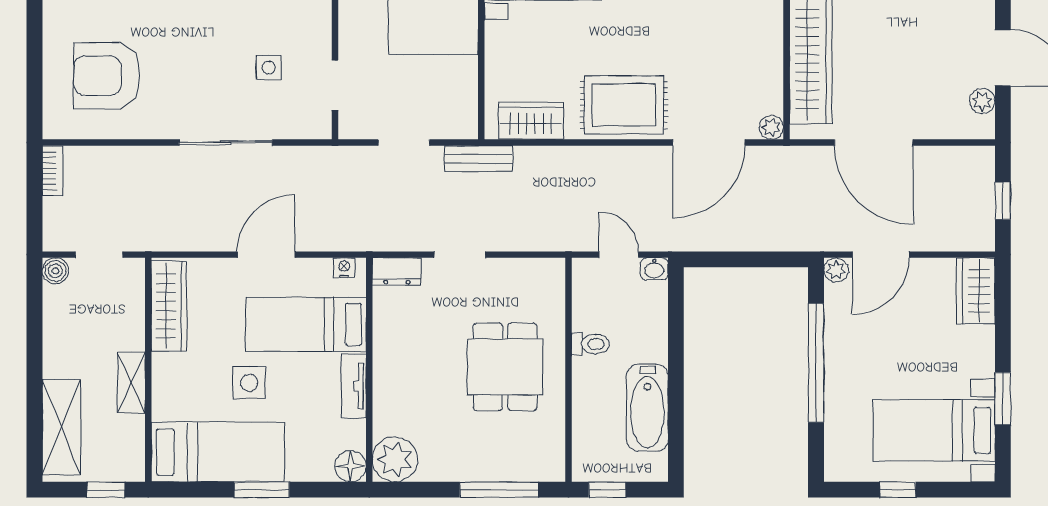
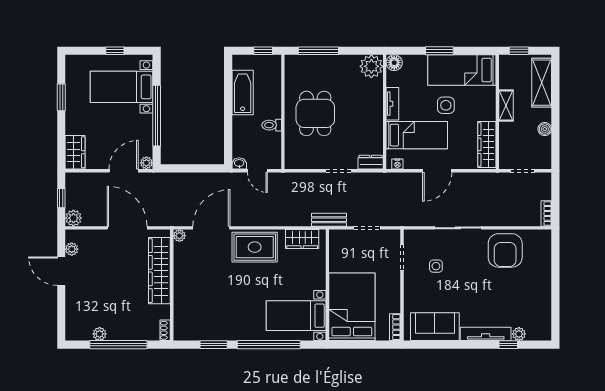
armchair: (107, 76) -> (505, 250), moved, turned 90
plant: (979, 162) -> (73, 218), added
boiler: (55, 271) -> (545, 129), moved
bed with nightstands: (934, 430) -> (122, 87), moved, turned 180

